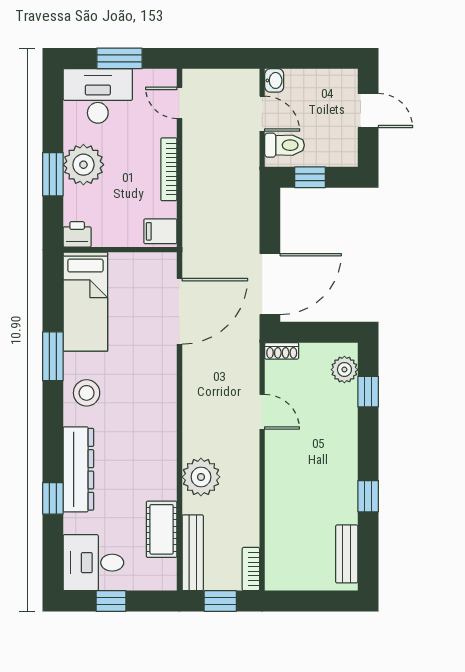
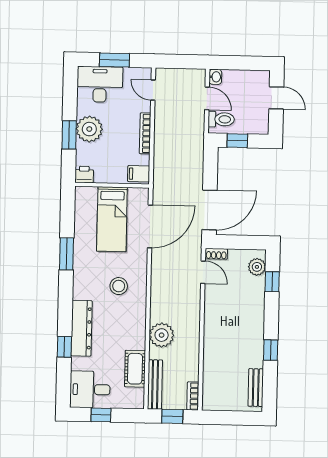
bed: (85, 302) -> (112, 219), moved
stool: (87, 393) -> (119, 286), moved
door: (262, 412) -> (203, 272), moved

